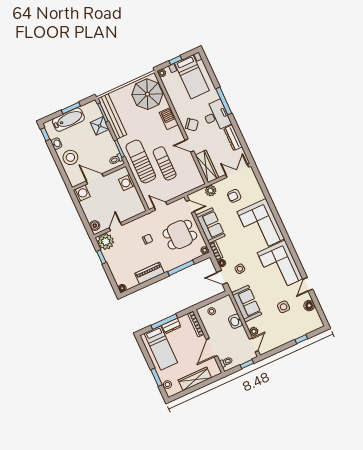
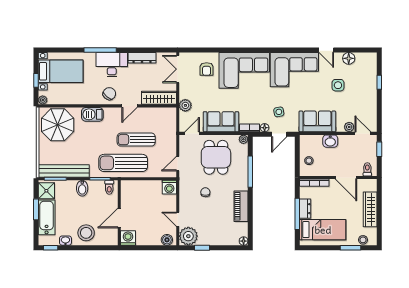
shower: (100, 126) -> (46, 191), moved
bidet: (105, 138) -> (82, 188), added
washing machine: (127, 183) -> (169, 187), moved
armchair: (234, 196) -> (207, 69), moved

